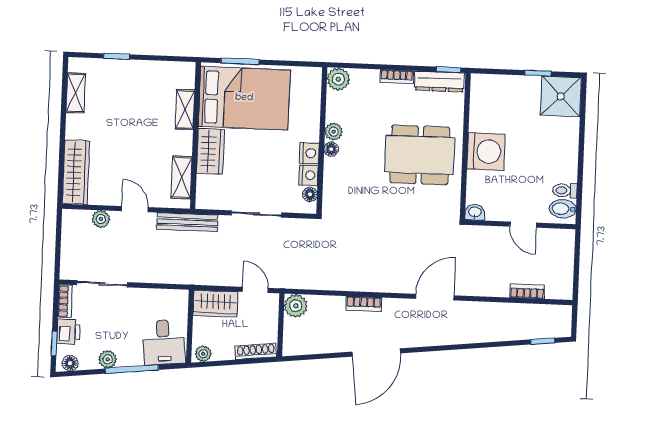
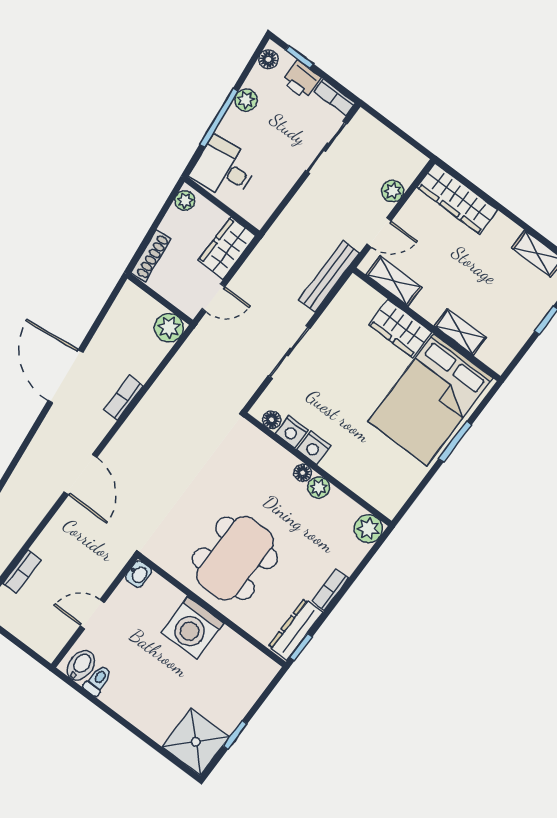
bed: (244, 98) -> (430, 400), moved
shelving: (185, 109) -> (460, 332), moved
wall: (195, 136) -> (427, 324), moved
wardrobe: (210, 151) -> (400, 328), moved
shelving: (182, 178) -> (394, 281), moved

